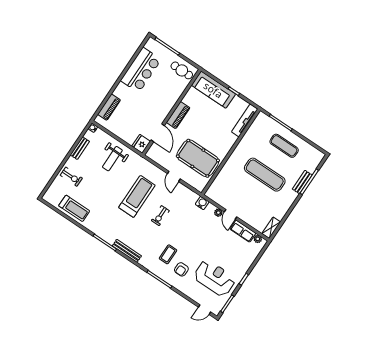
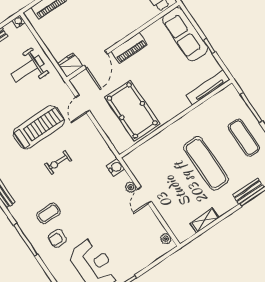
door: (174, 176) -> (83, 104), moved
shelving: (271, 228) -> (205, 220), moved
row of seats: (243, 231) -> (152, 222), removed

